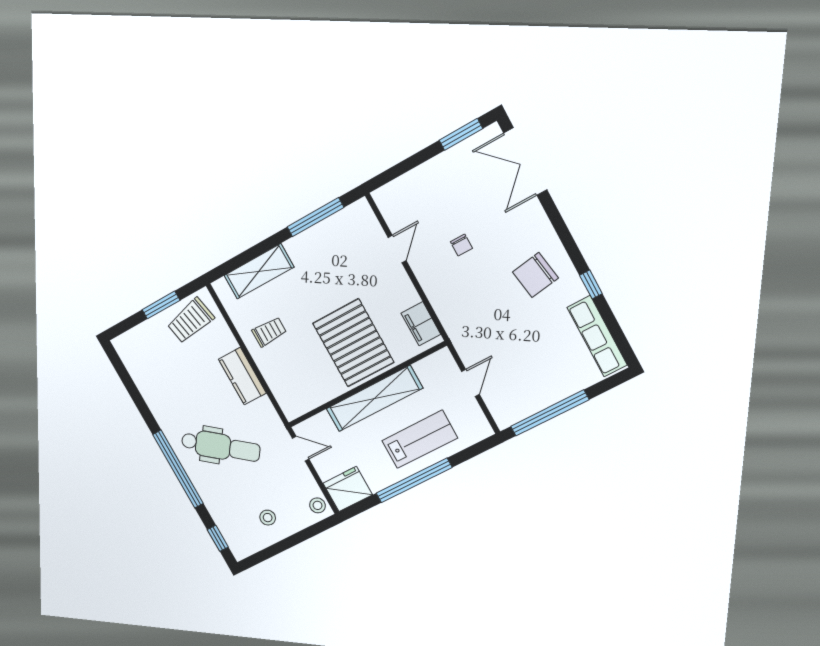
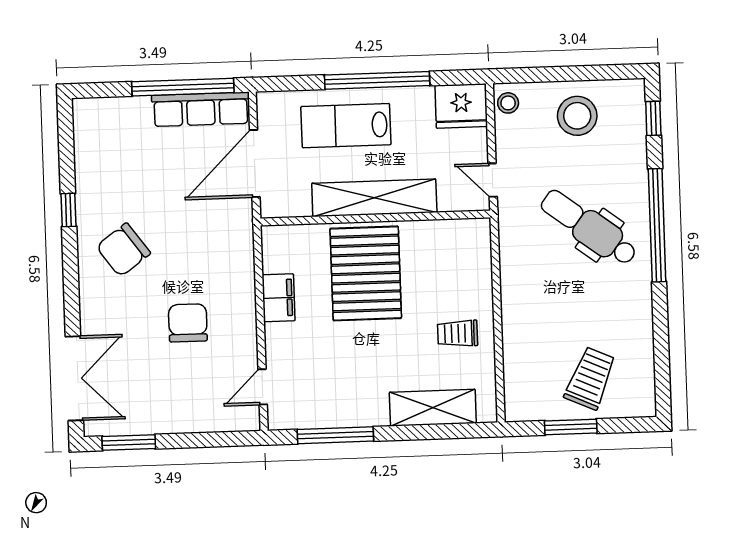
chair: (461, 245) -> (188, 323), width x1.87, depth x1.87
door: (397, 249) -> (263, 387), moved
chair: (535, 275) -> (123, 250), turned 153
trolley: (190, 321) -> (590, 378), moved, turned -55
filing cabinet: (421, 324) -> (279, 298), moved
row of seats: (597, 336) -> (201, 109), moved, turned 90
kitchen counter: (242, 376) -> (517, 298), removed
door: (470, 383) -> (255, 164), width x1.87
stool: (268, 518) -> (577, 116), width x1.89, depth x1.89

